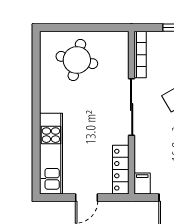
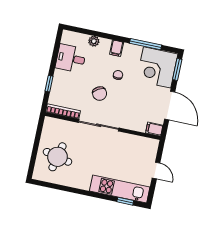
window: (36, 165) -> (125, 201), added
locker: (121, 170) -> (141, 142), removed

